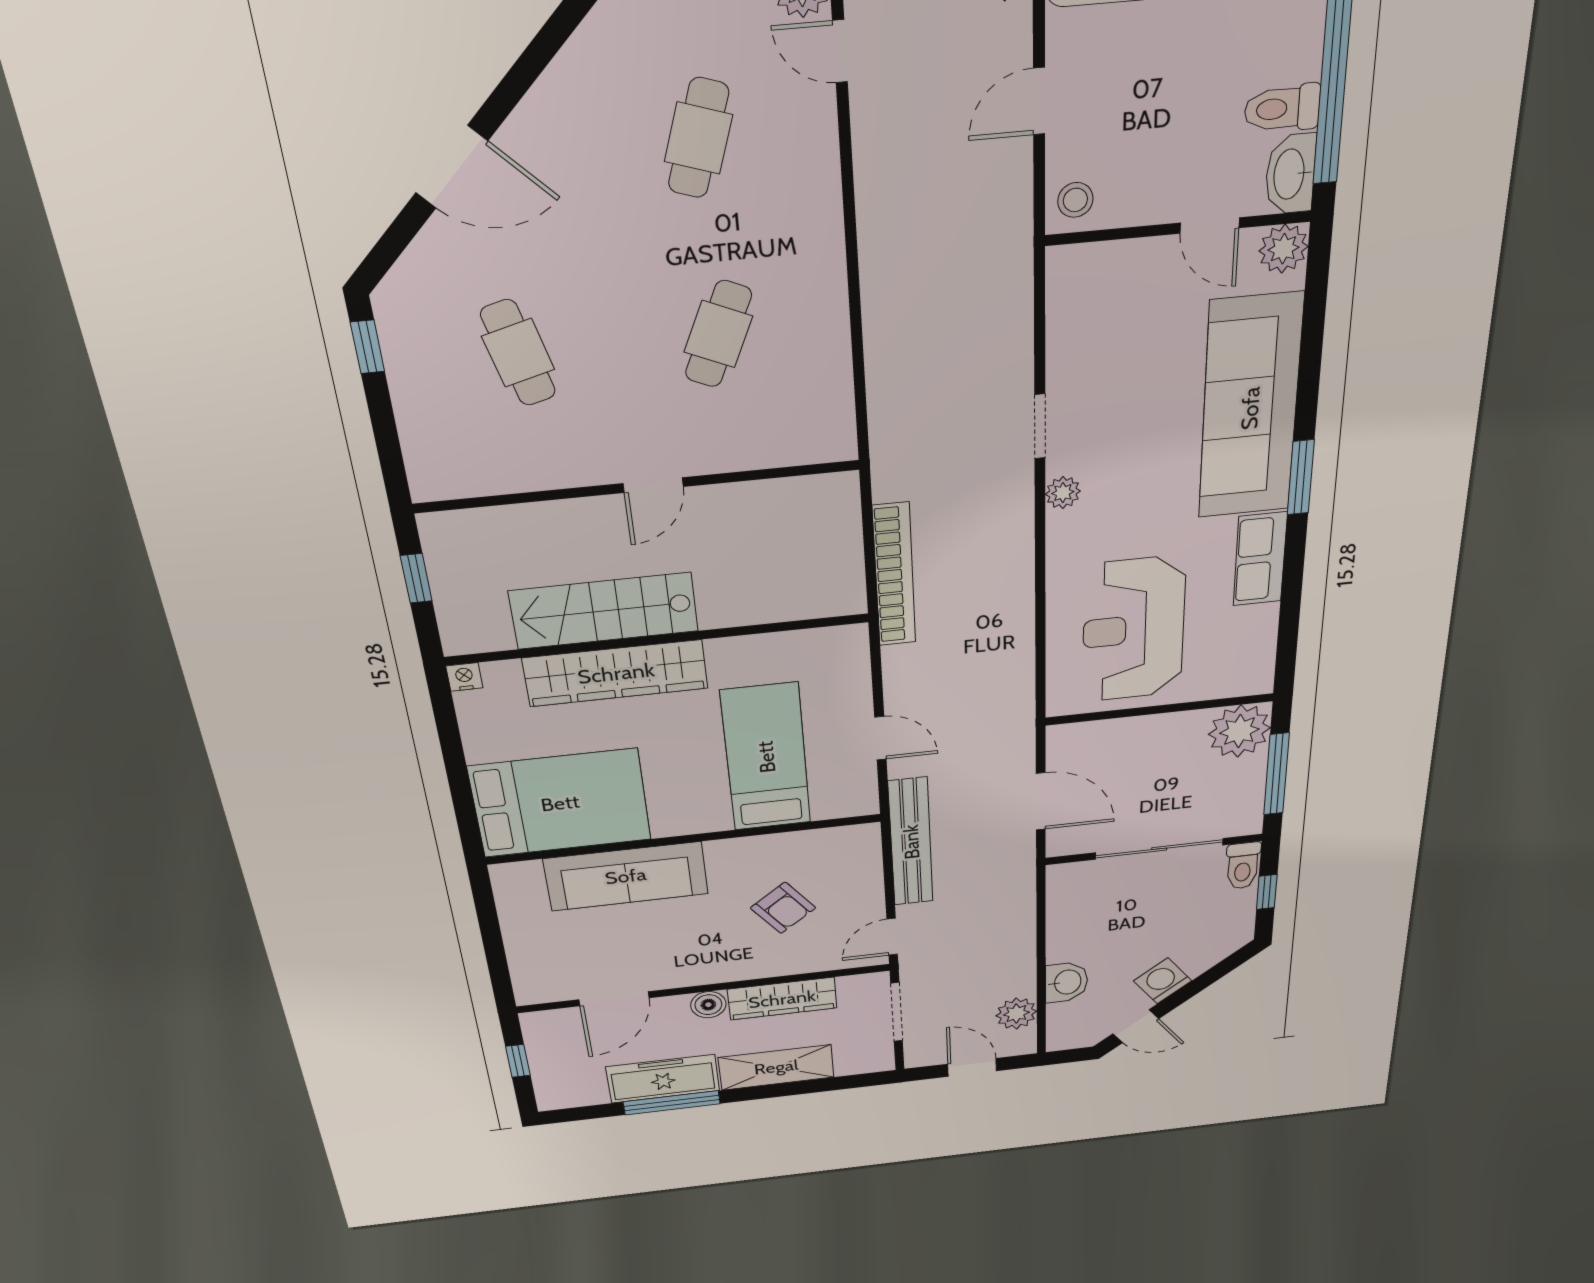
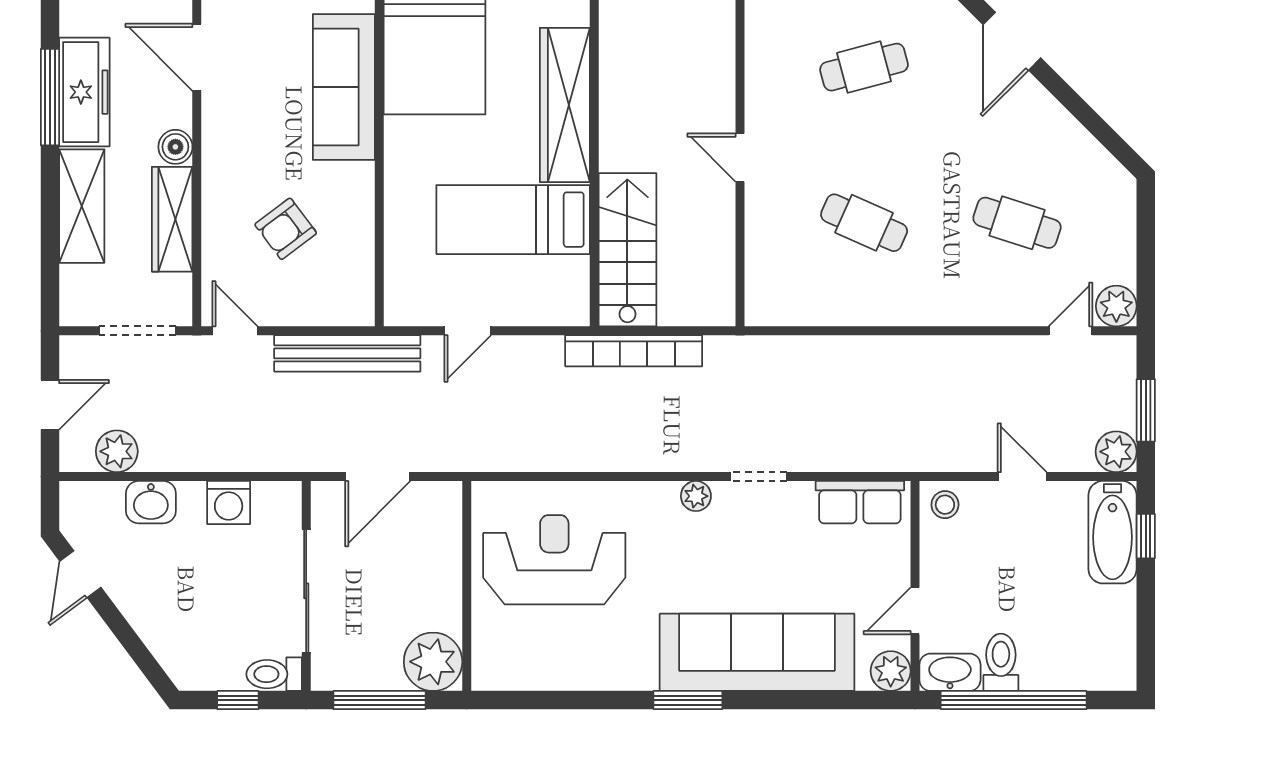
row of seats: (1260, 559) -> (860, 502), moved, turned 180
stairs: (604, 611) -> (627, 250), moved
bed: (766, 757) -> (513, 220), moved, turned 180
washing machine: (1163, 981) -> (229, 503), moved, turned 127

